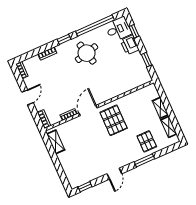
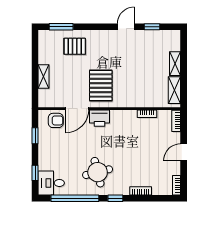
printer: (130, 45) -> (100, 118), moved, turned 90
armchair: (136, 78) -> (56, 120), added
door: (88, 110) -> (77, 109), moved
shelving: (169, 127) -> (175, 64), moved
pallet: (147, 141) -> (75, 46), turned 90
window: (144, 160) -> (61, 27), moved
window: (85, 187) -> (152, 27), moved

